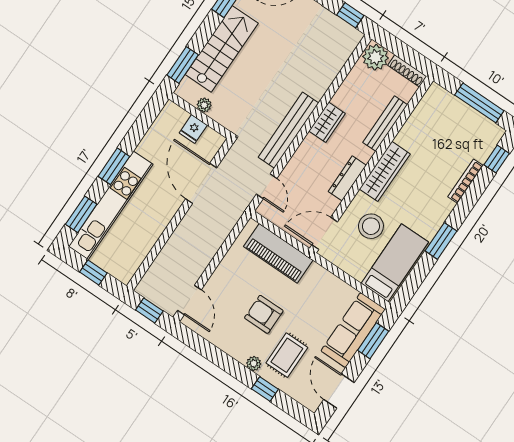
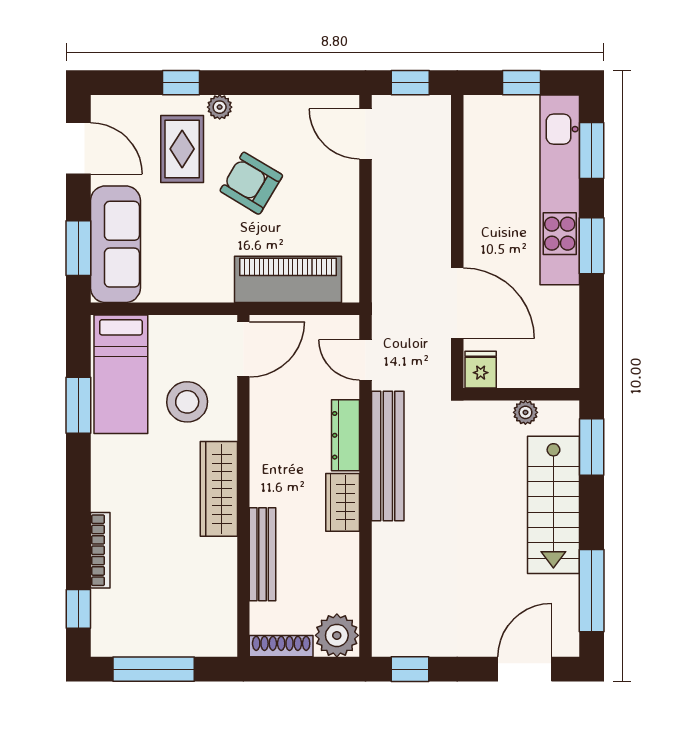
fridge: (193, 129) -> (481, 370), moved
dresser: (347, 178) -> (346, 435), moved, turned 180
window: (441, 241) -> (78, 405), moved
armchair: (264, 314) -> (251, 183), turned -149

